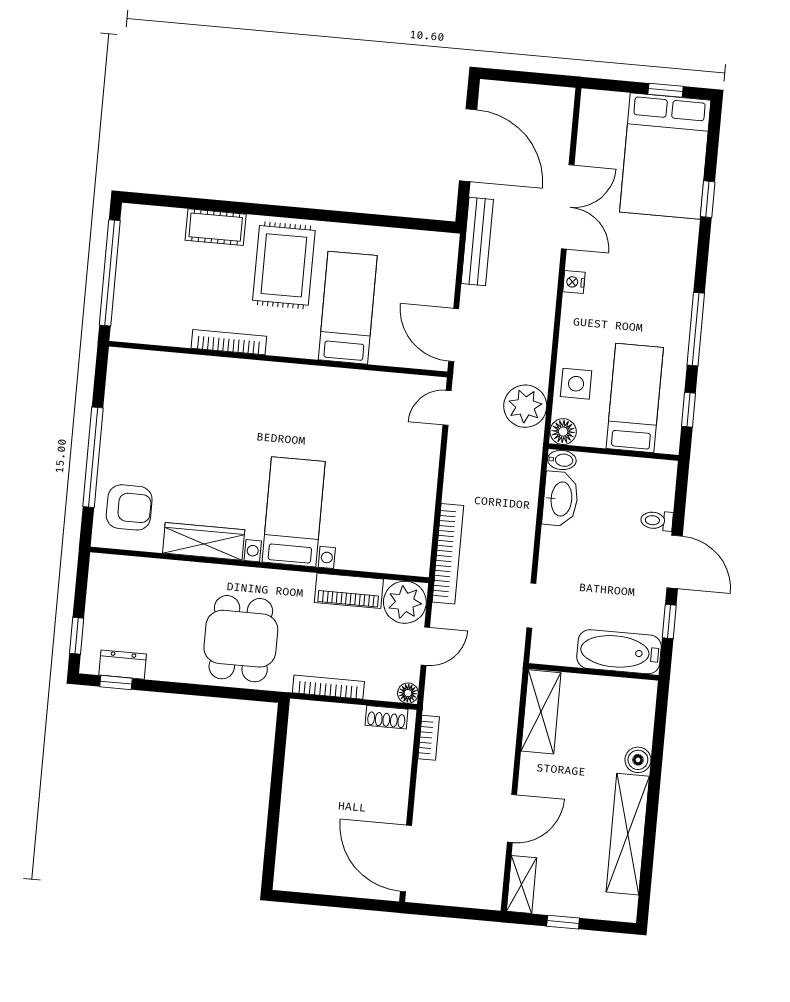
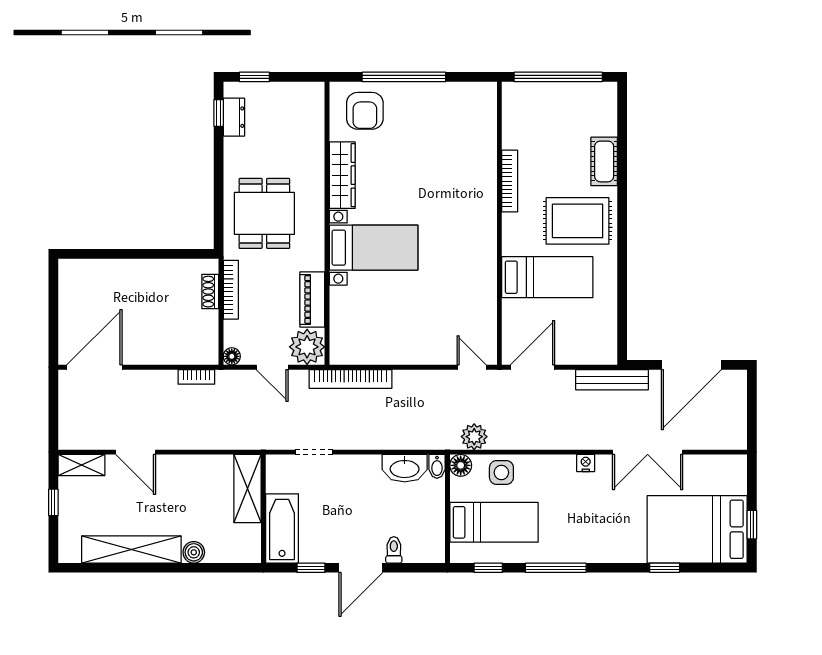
plant: (525, 406) -> (474, 437), width x0.73, depth x0.73
dining table: (241, 639) -> (264, 213), turned 90
shelving: (541, 712) -> (247, 489), moved, turned 90
shoe rack: (387, 717) -> (210, 292), moved

